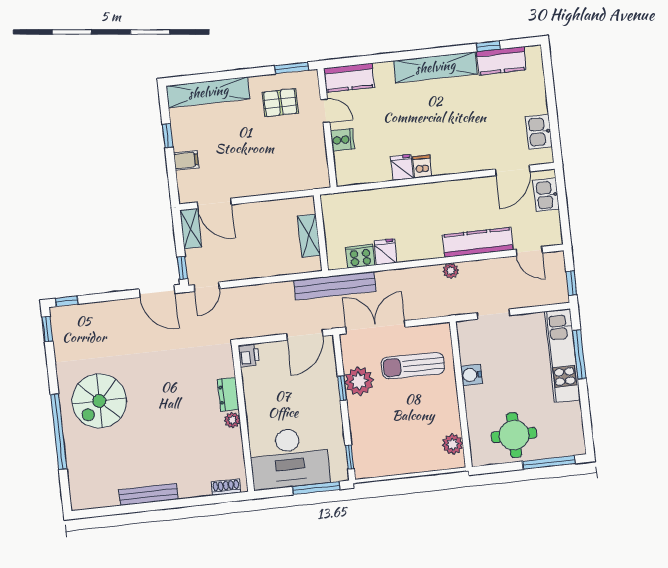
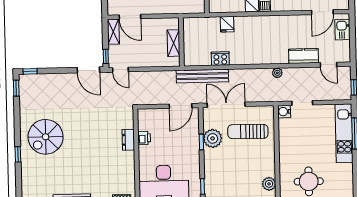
wall: (321, 233) -> (181, 42), moved
shelving: (309, 236) -> (174, 43), moved
kitchen counter: (478, 242) -> (304, 56), width x0.67
fridge: (385, 252) -> (227, 24), moved, turned 180
door: (207, 287) -> (120, 70), hinge flipped
printer: (249, 356) -> (144, 138), moved
water cooler: (471, 375) -> (284, 112), moved
plant: (232, 420) -> (129, 156), removed
window: (59, 432) -> (18, 154), width x0.32

